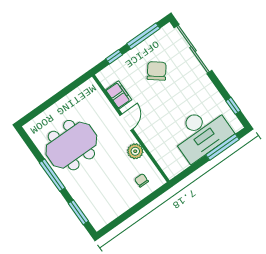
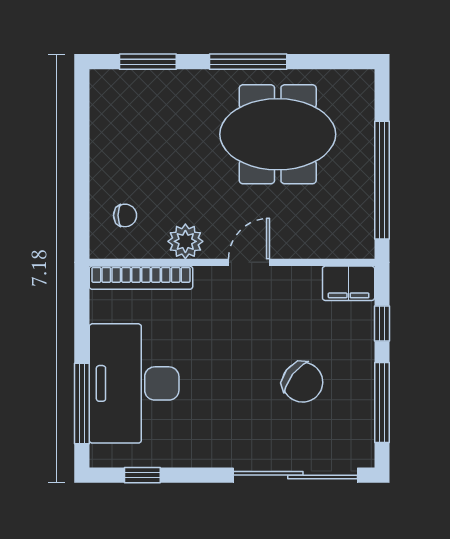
window: (61, 94) -> (382, 180), added
filing cabinet: (119, 95) -> (349, 283), moved
door: (126, 122) -> (249, 262), swing flipped
meeting table: (71, 145) -> (278, 134), turned 90
bookcase: (160, 158) -> (141, 278), added

